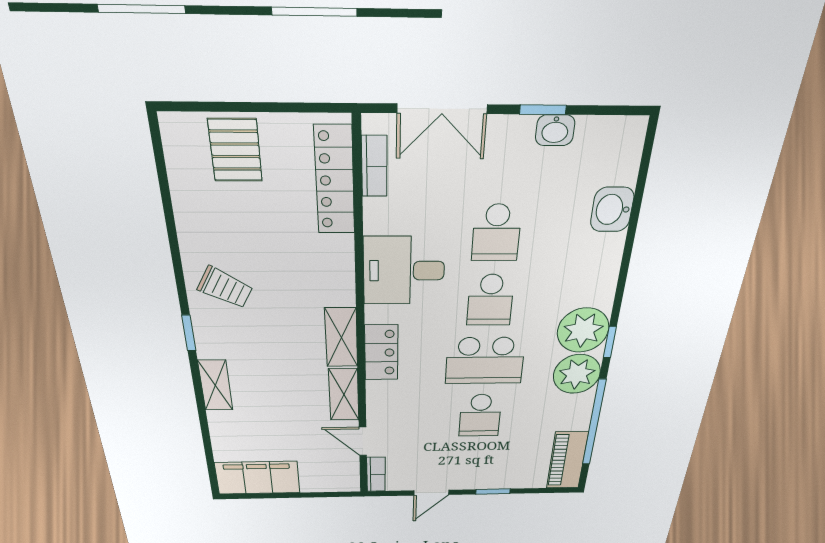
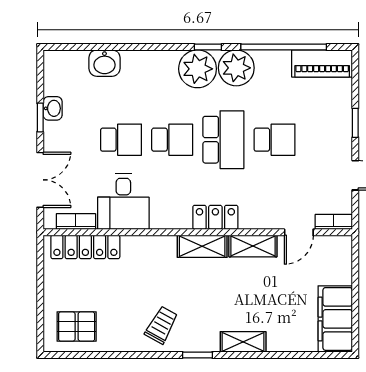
pallet: (235, 150) -> (77, 327), moved
desk: (404, 271) -> (123, 202), moved

